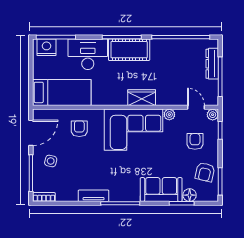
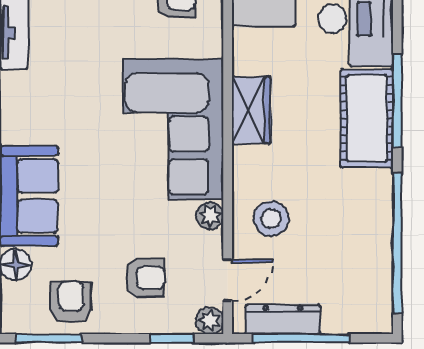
dresser: (212, 64) -> (283, 319), moved
stool: (171, 89) -> (271, 219), added
wardrobe: (142, 98) -> (251, 110), moved
armchair: (205, 172) -> (71, 302), turned 77

